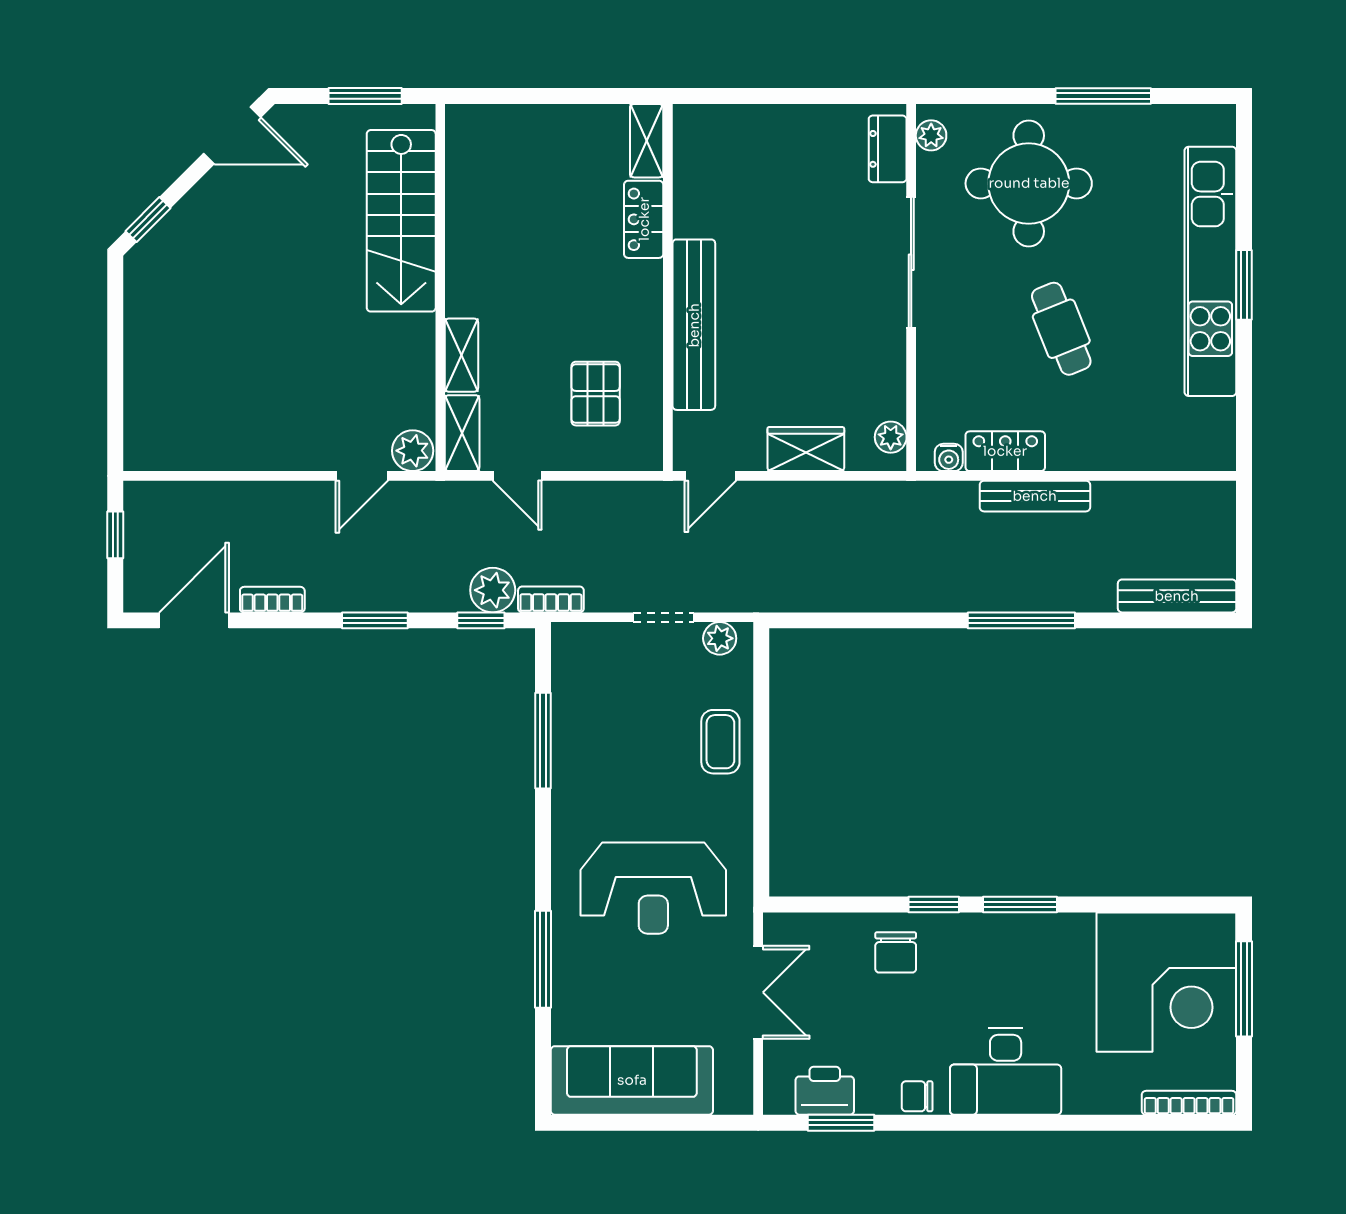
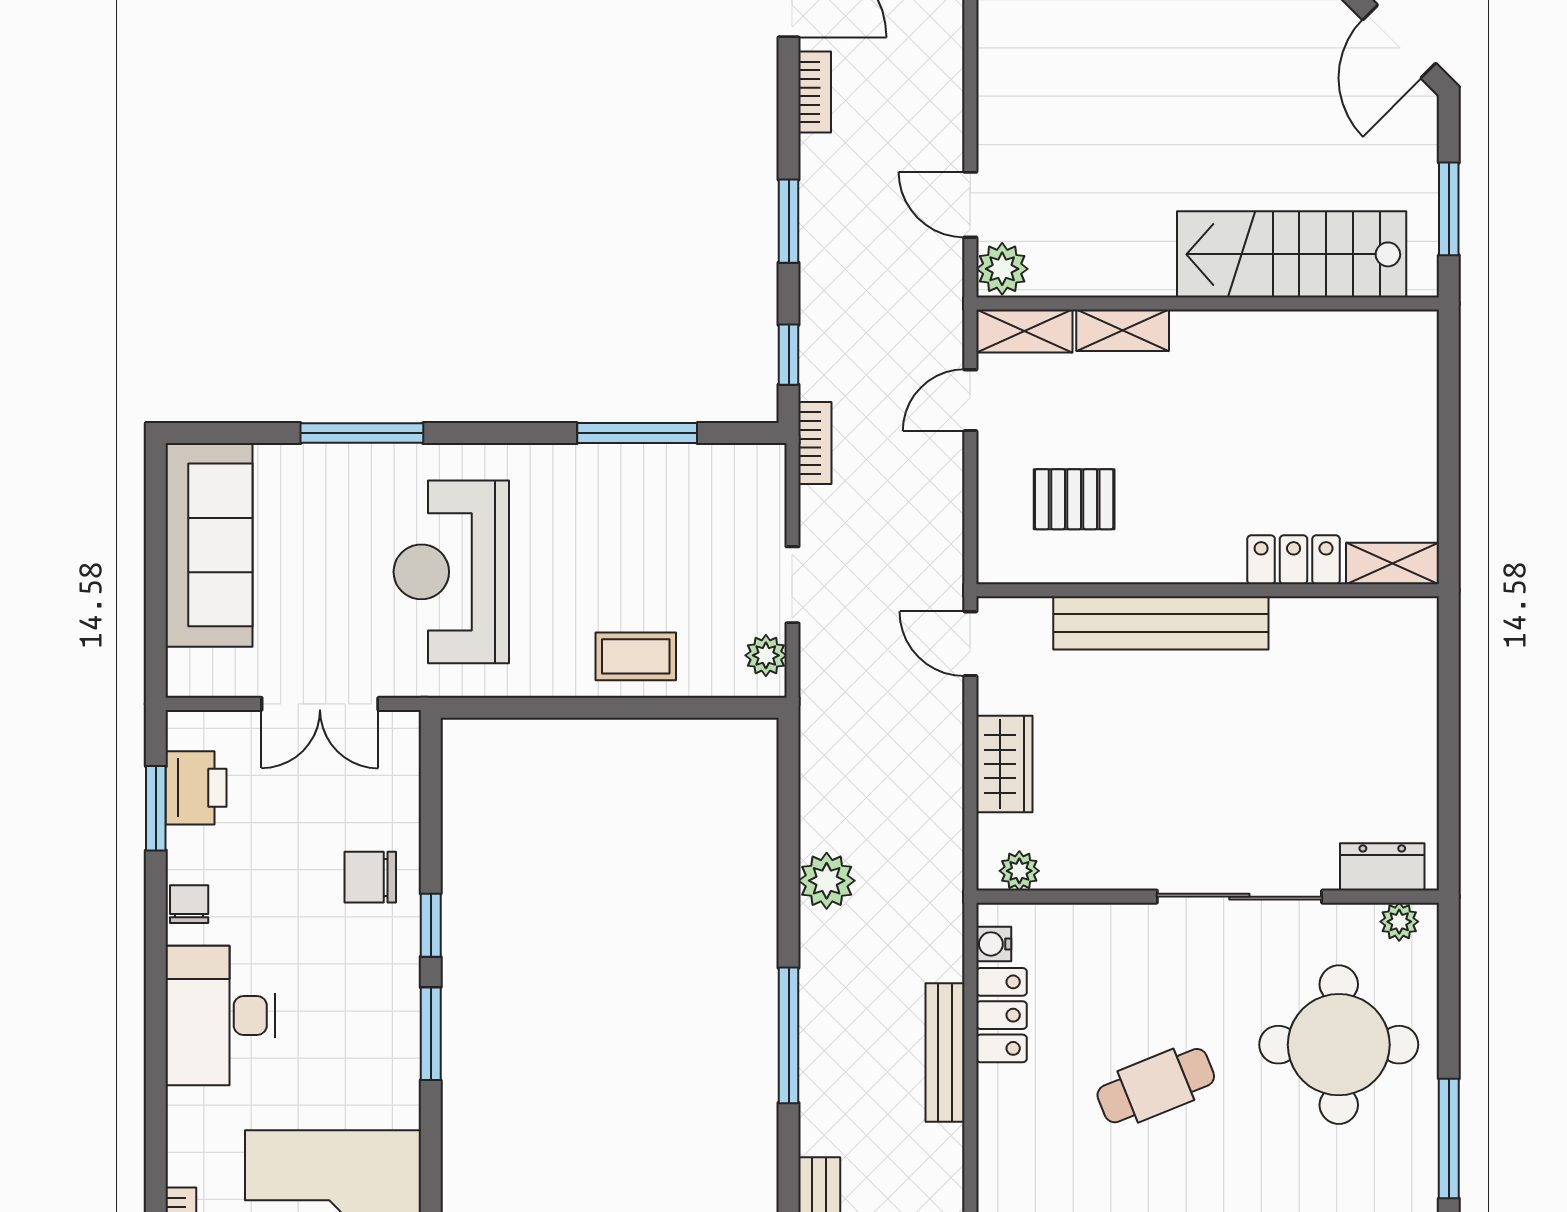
plant: (493, 590) -> (827, 881), moved

